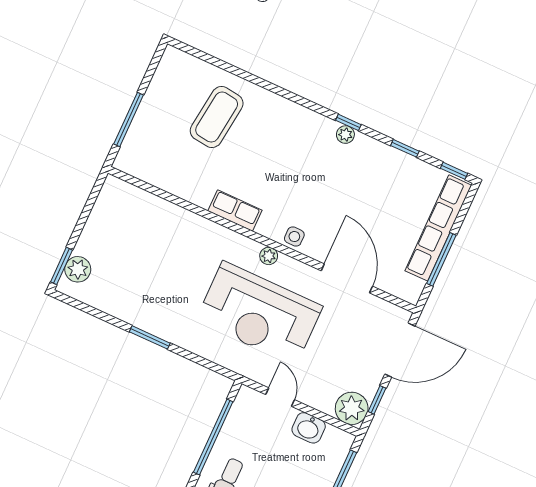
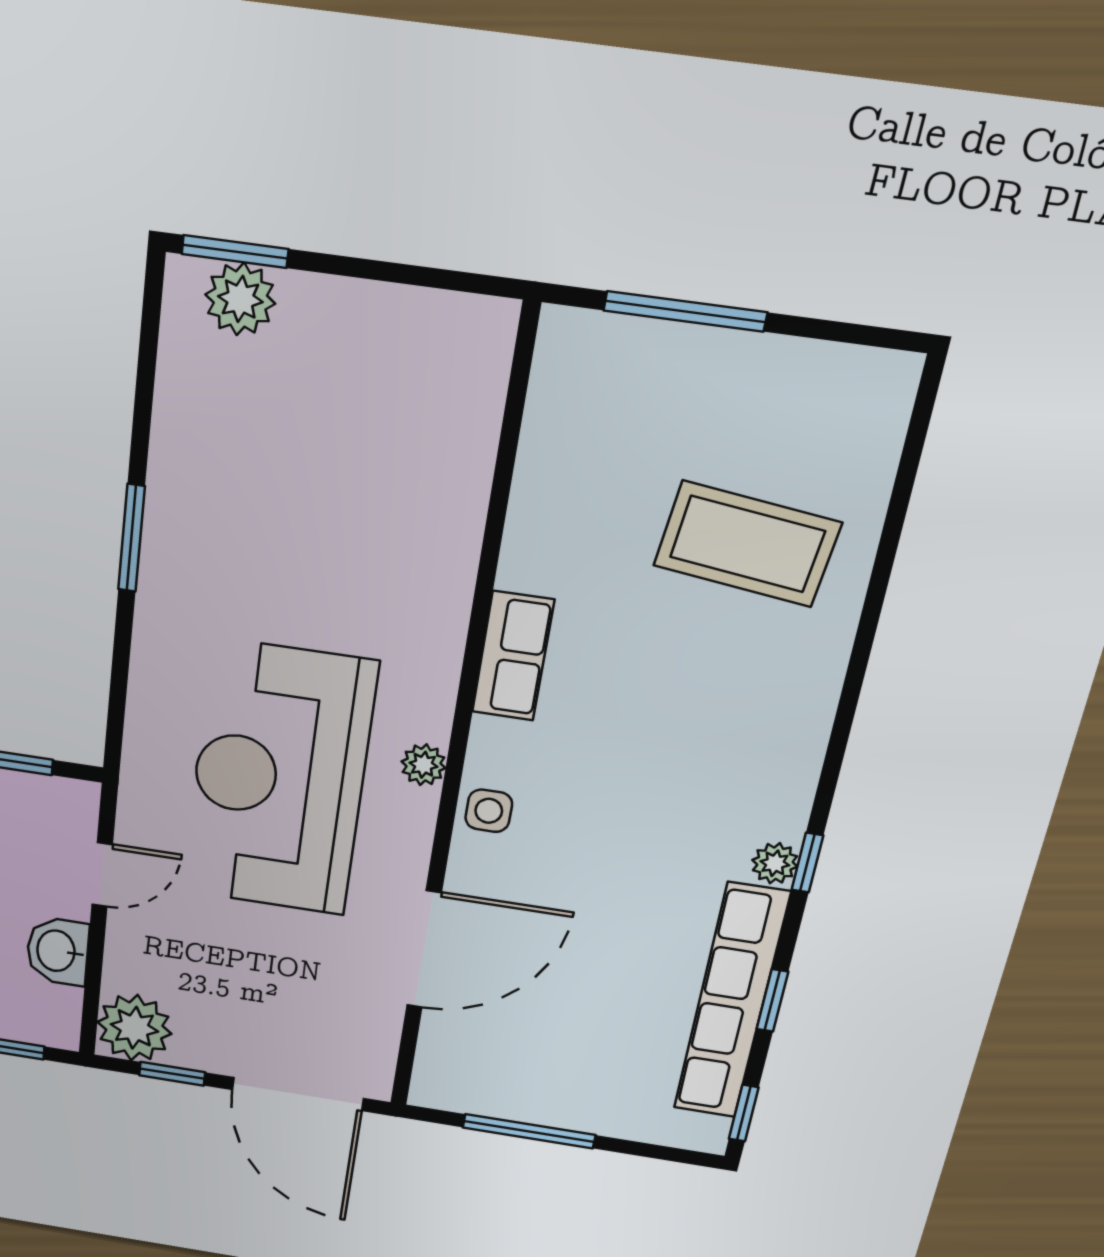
row of seats: (438, 228) -> (731, 1002), moved, turned -90

